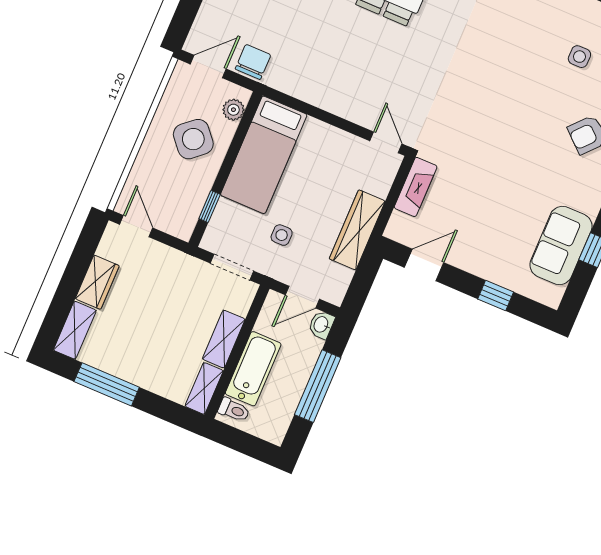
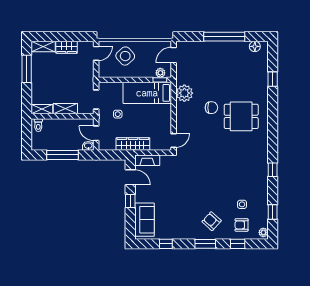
chair: (253, 62) -> (211, 108), moved
door: (208, 67) -> (174, 55), swing flipped
plant: (297, 78) -> (184, 93), added
side table: (193, 139) -> (125, 56), moved
fireplace: (416, 187) -> (147, 160), moved
window: (210, 207) -> (160, 80), moved
sofa: (561, 246) -> (145, 220), moved, turned 90
window: (496, 295) -> (130, 201), moved
bathtub: (253, 369) -> (58, 126), removed

